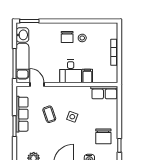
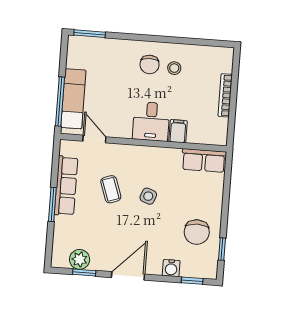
washbasin: (22, 35) -> (77, 56), removed

